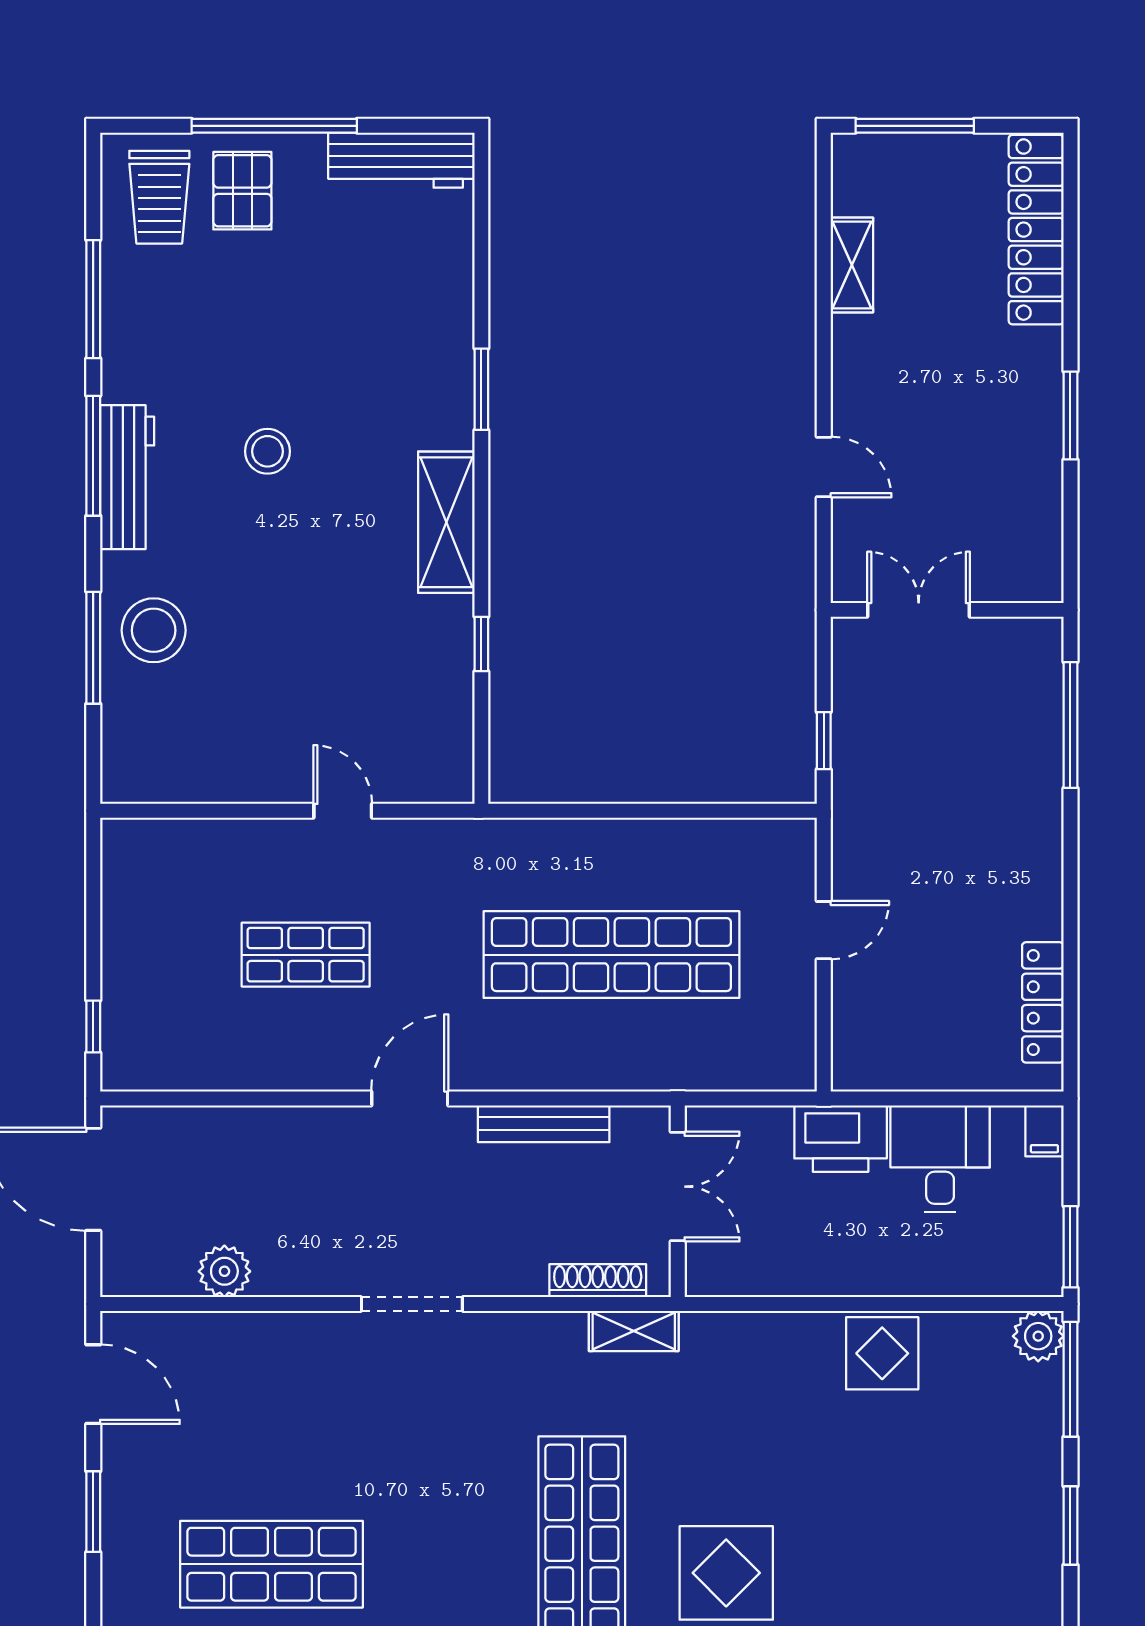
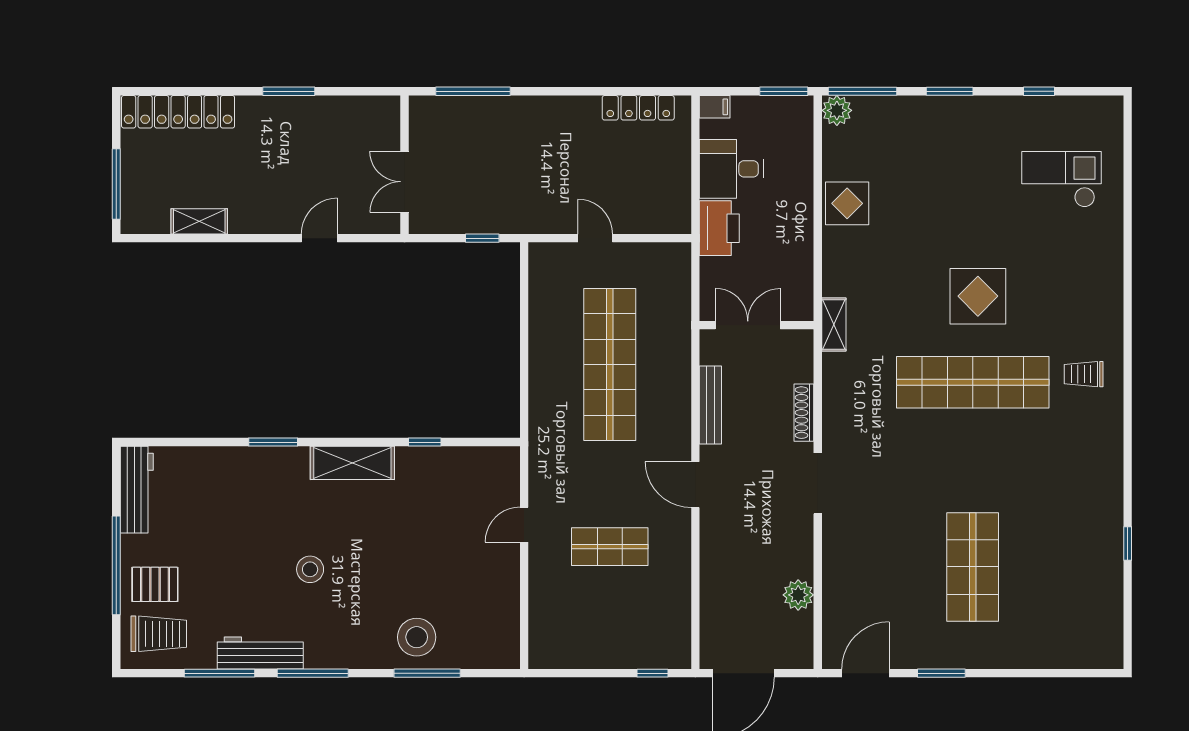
workbench: (127, 477) -> (260, 653), moved
shop shelf: (306, 955) -> (610, 547), turned 90
shoe rack: (598, 1281) -> (804, 413), moved
shelving: (634, 1331) -> (834, 324), moved

